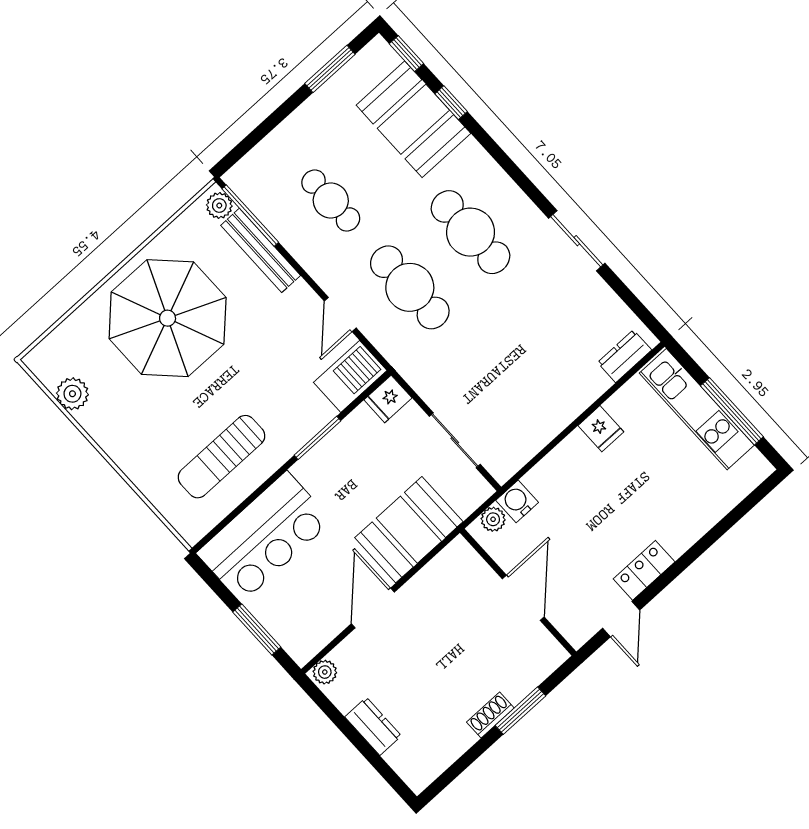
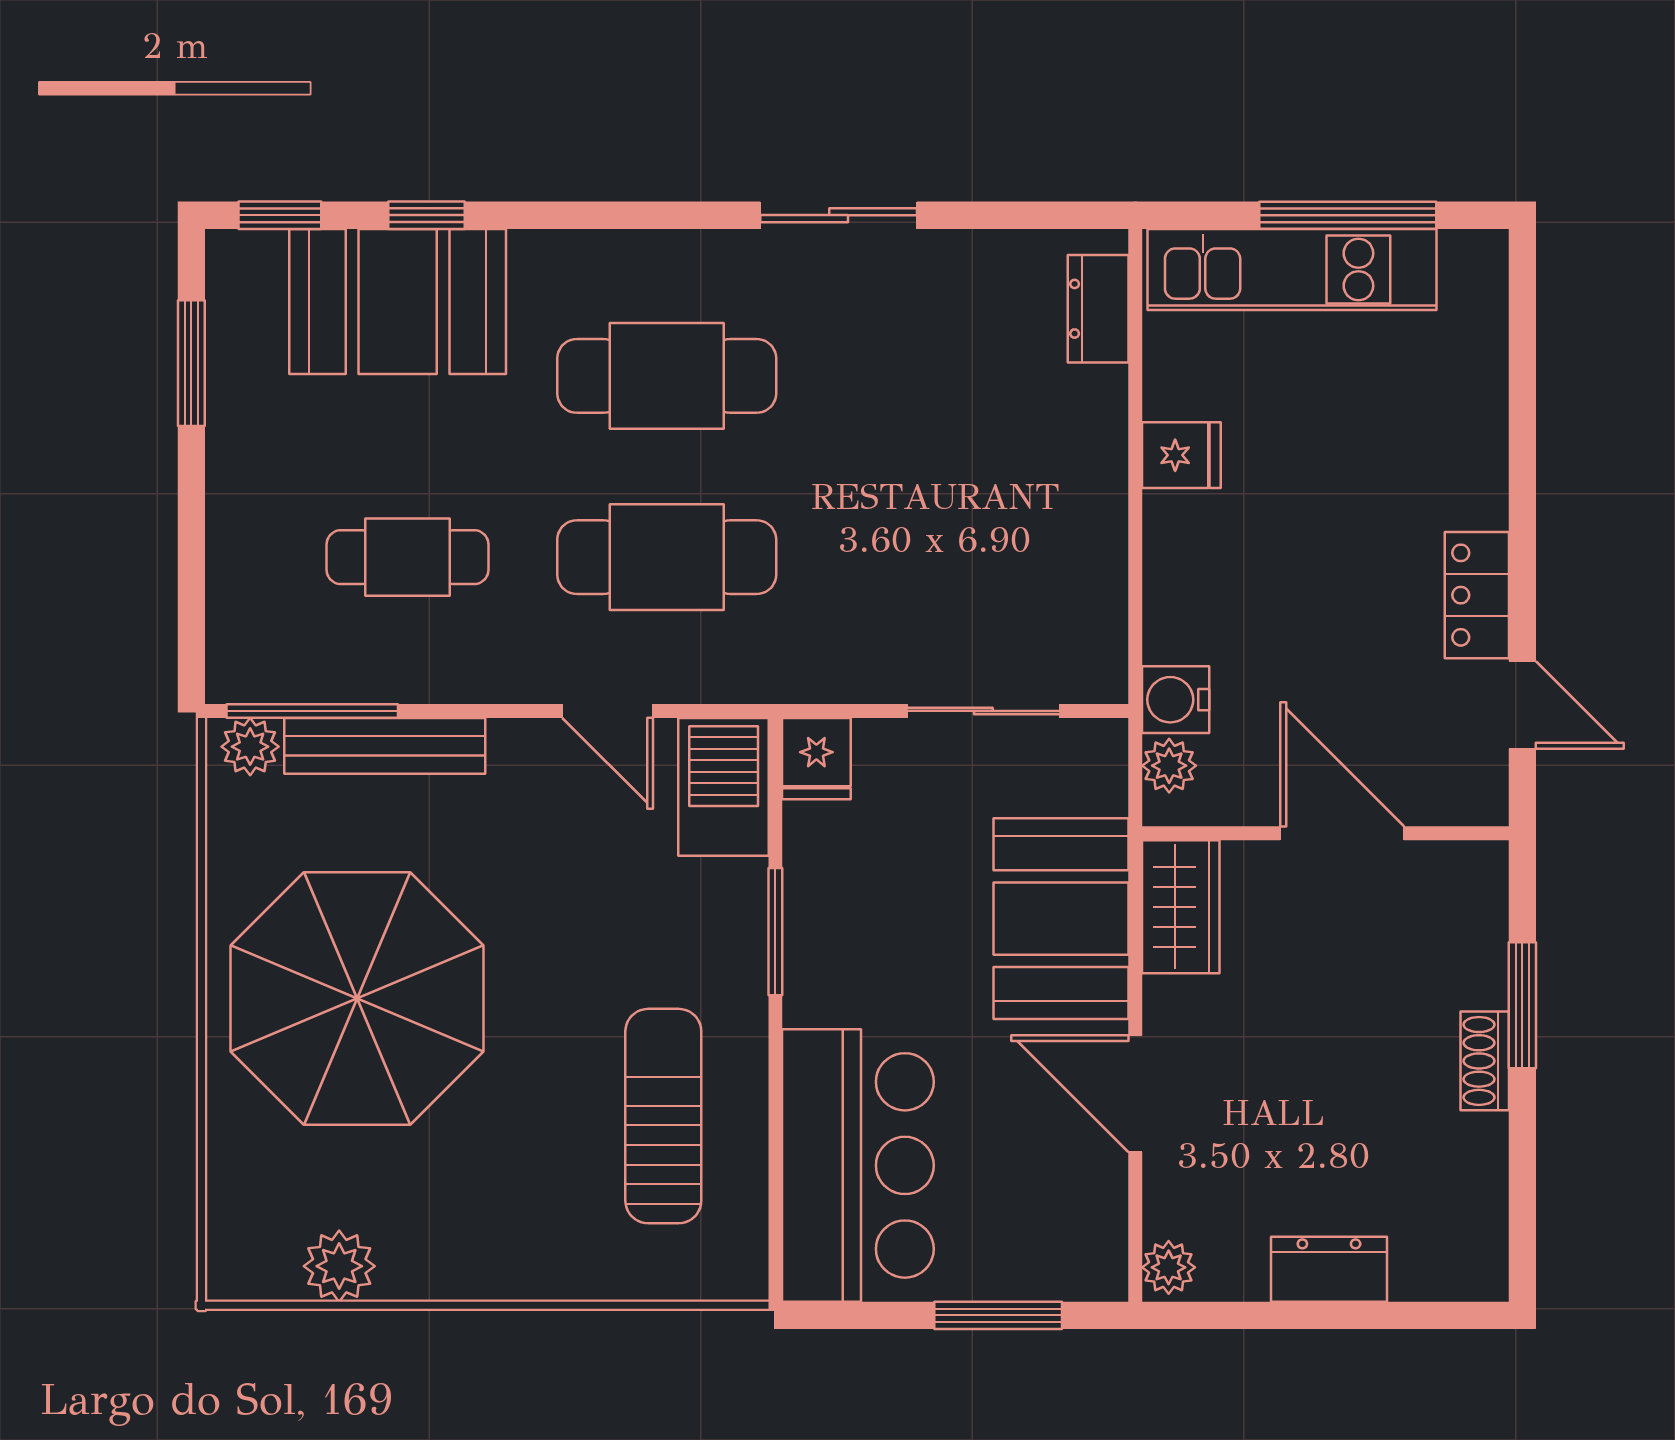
sun lounger: (221, 457) -> (663, 1116), turned 180
wardrobe: (449, 566) -> (1181, 907), added

